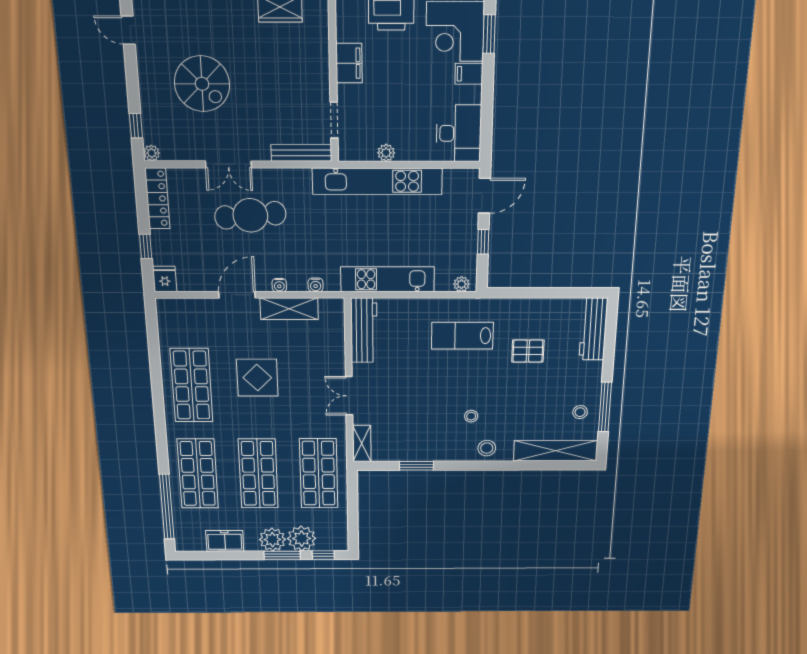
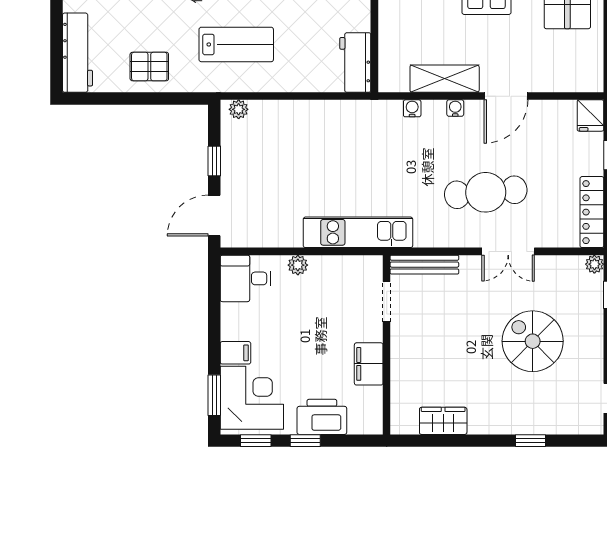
desk: (459, 133) -> (246, 278), width x0.73
plant: (386, 153) -> (298, 265), moved
double door: (228, 164) -> (508, 251), swing flipped
kitchen unit: (377, 181) -> (358, 232), width x0.73
kitchen unit: (388, 279) -> (327, 115), removed
workbench: (364, 330) -> (355, 63), width x0.73
pallet: (528, 351) -> (149, 67), moved

